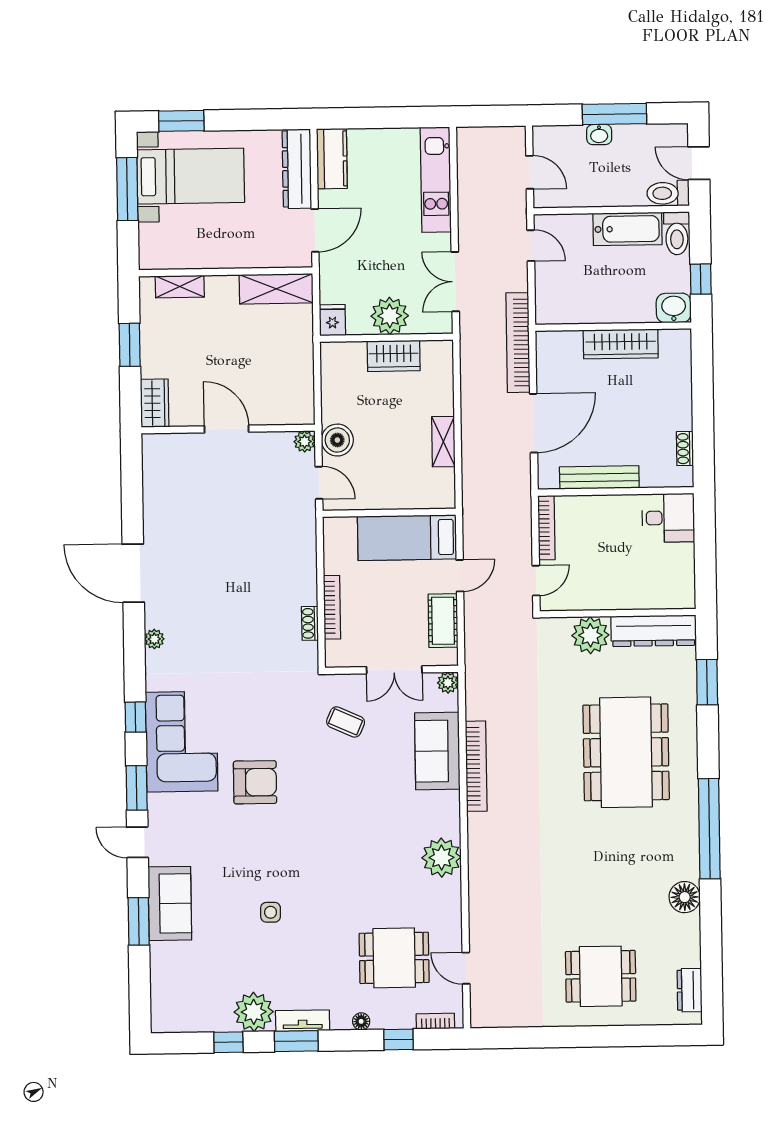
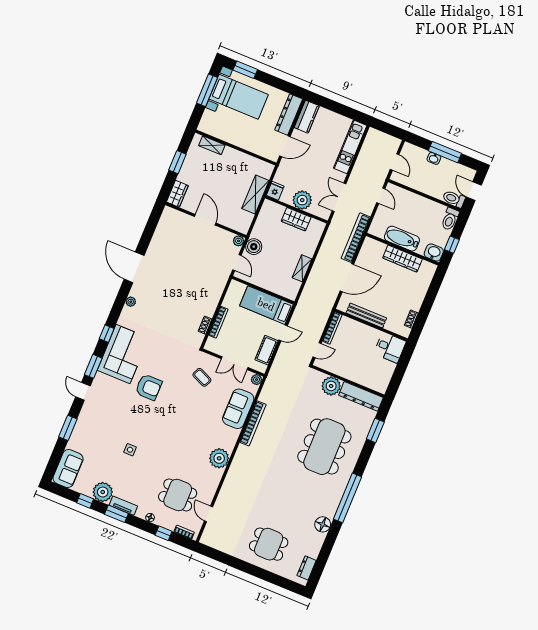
bathtub: (627, 229) -> (402, 239), moved, turned 180
shelving: (276, 289) -> (255, 195), moved, turned 90
sofa: (170, 903) -> (68, 469), moved

